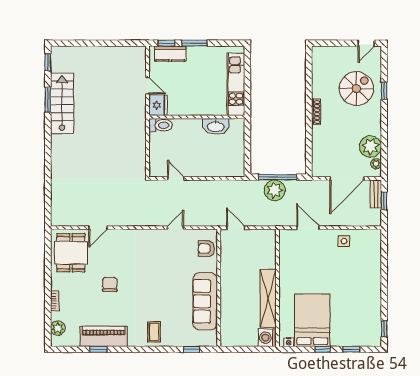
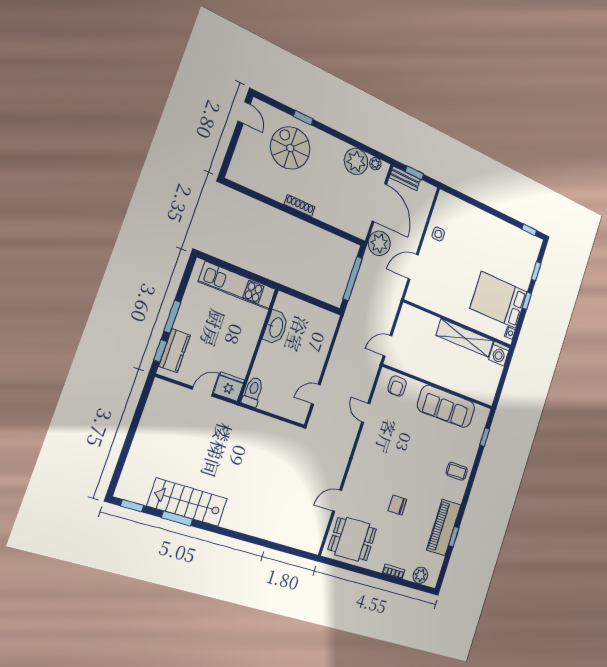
plant: (275, 190) -> (379, 243), moved
door: (98, 228) -> (337, 501), swing flipped

